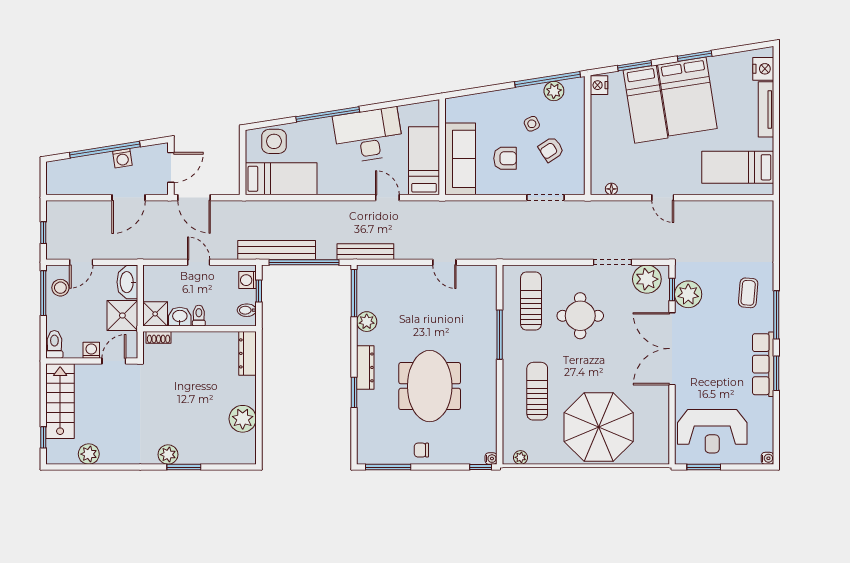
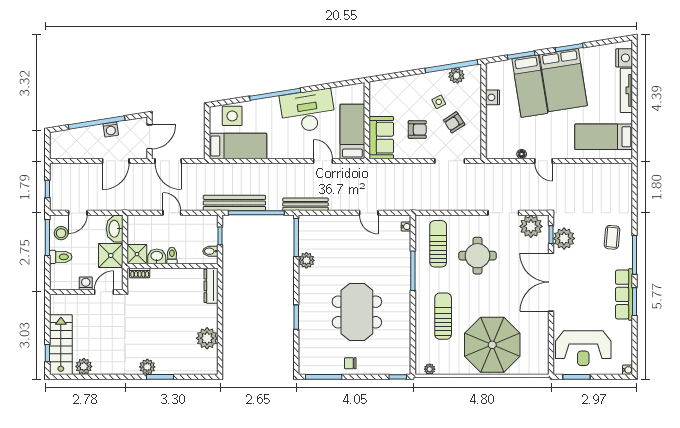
nightstand: (599, 85) -> (493, 97), moved
sofa: (460, 159) -> (381, 138), width x0.73
floor lamp: (611, 189) -> (522, 154), moved
washing machine: (248, 280) -> (211, 227), removed
toilet: (54, 344) -> (61, 257), moved, turned 90
dresser: (365, 367) -> (305, 297), removed
stairs: (60, 401) -> (61, 345), moved
water cooler: (491, 459) -> (406, 227), moved

